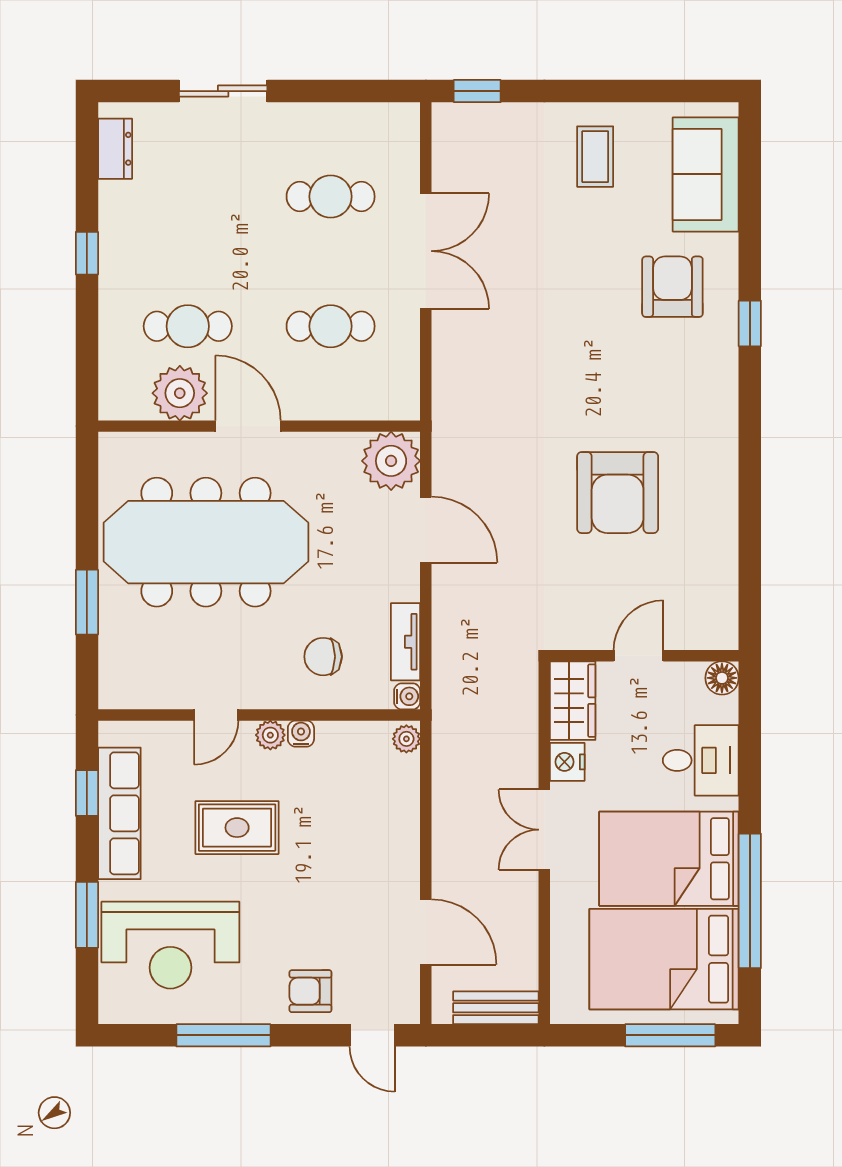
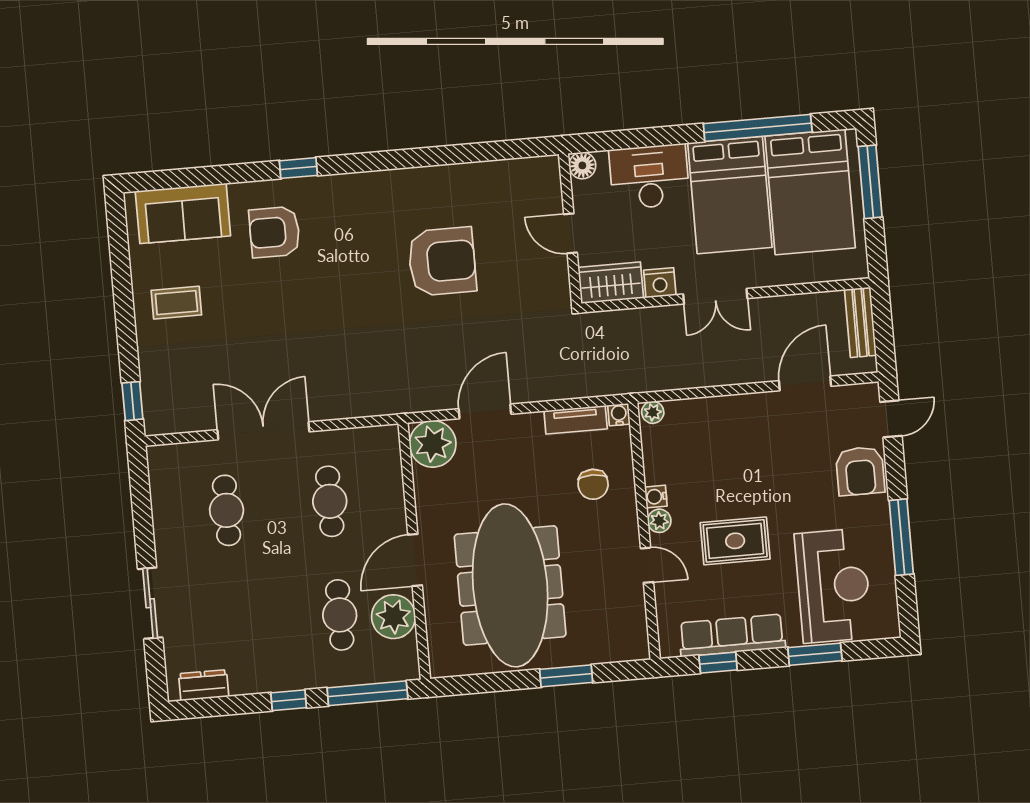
window: (87, 352) -> (367, 693), added
desk: (701, 760) -> (649, 177), width x1.37
rug: (237, 828) -> (735, 541), turned 90
armchair: (310, 991) -> (860, 471), width x1.38, depth x1.38

